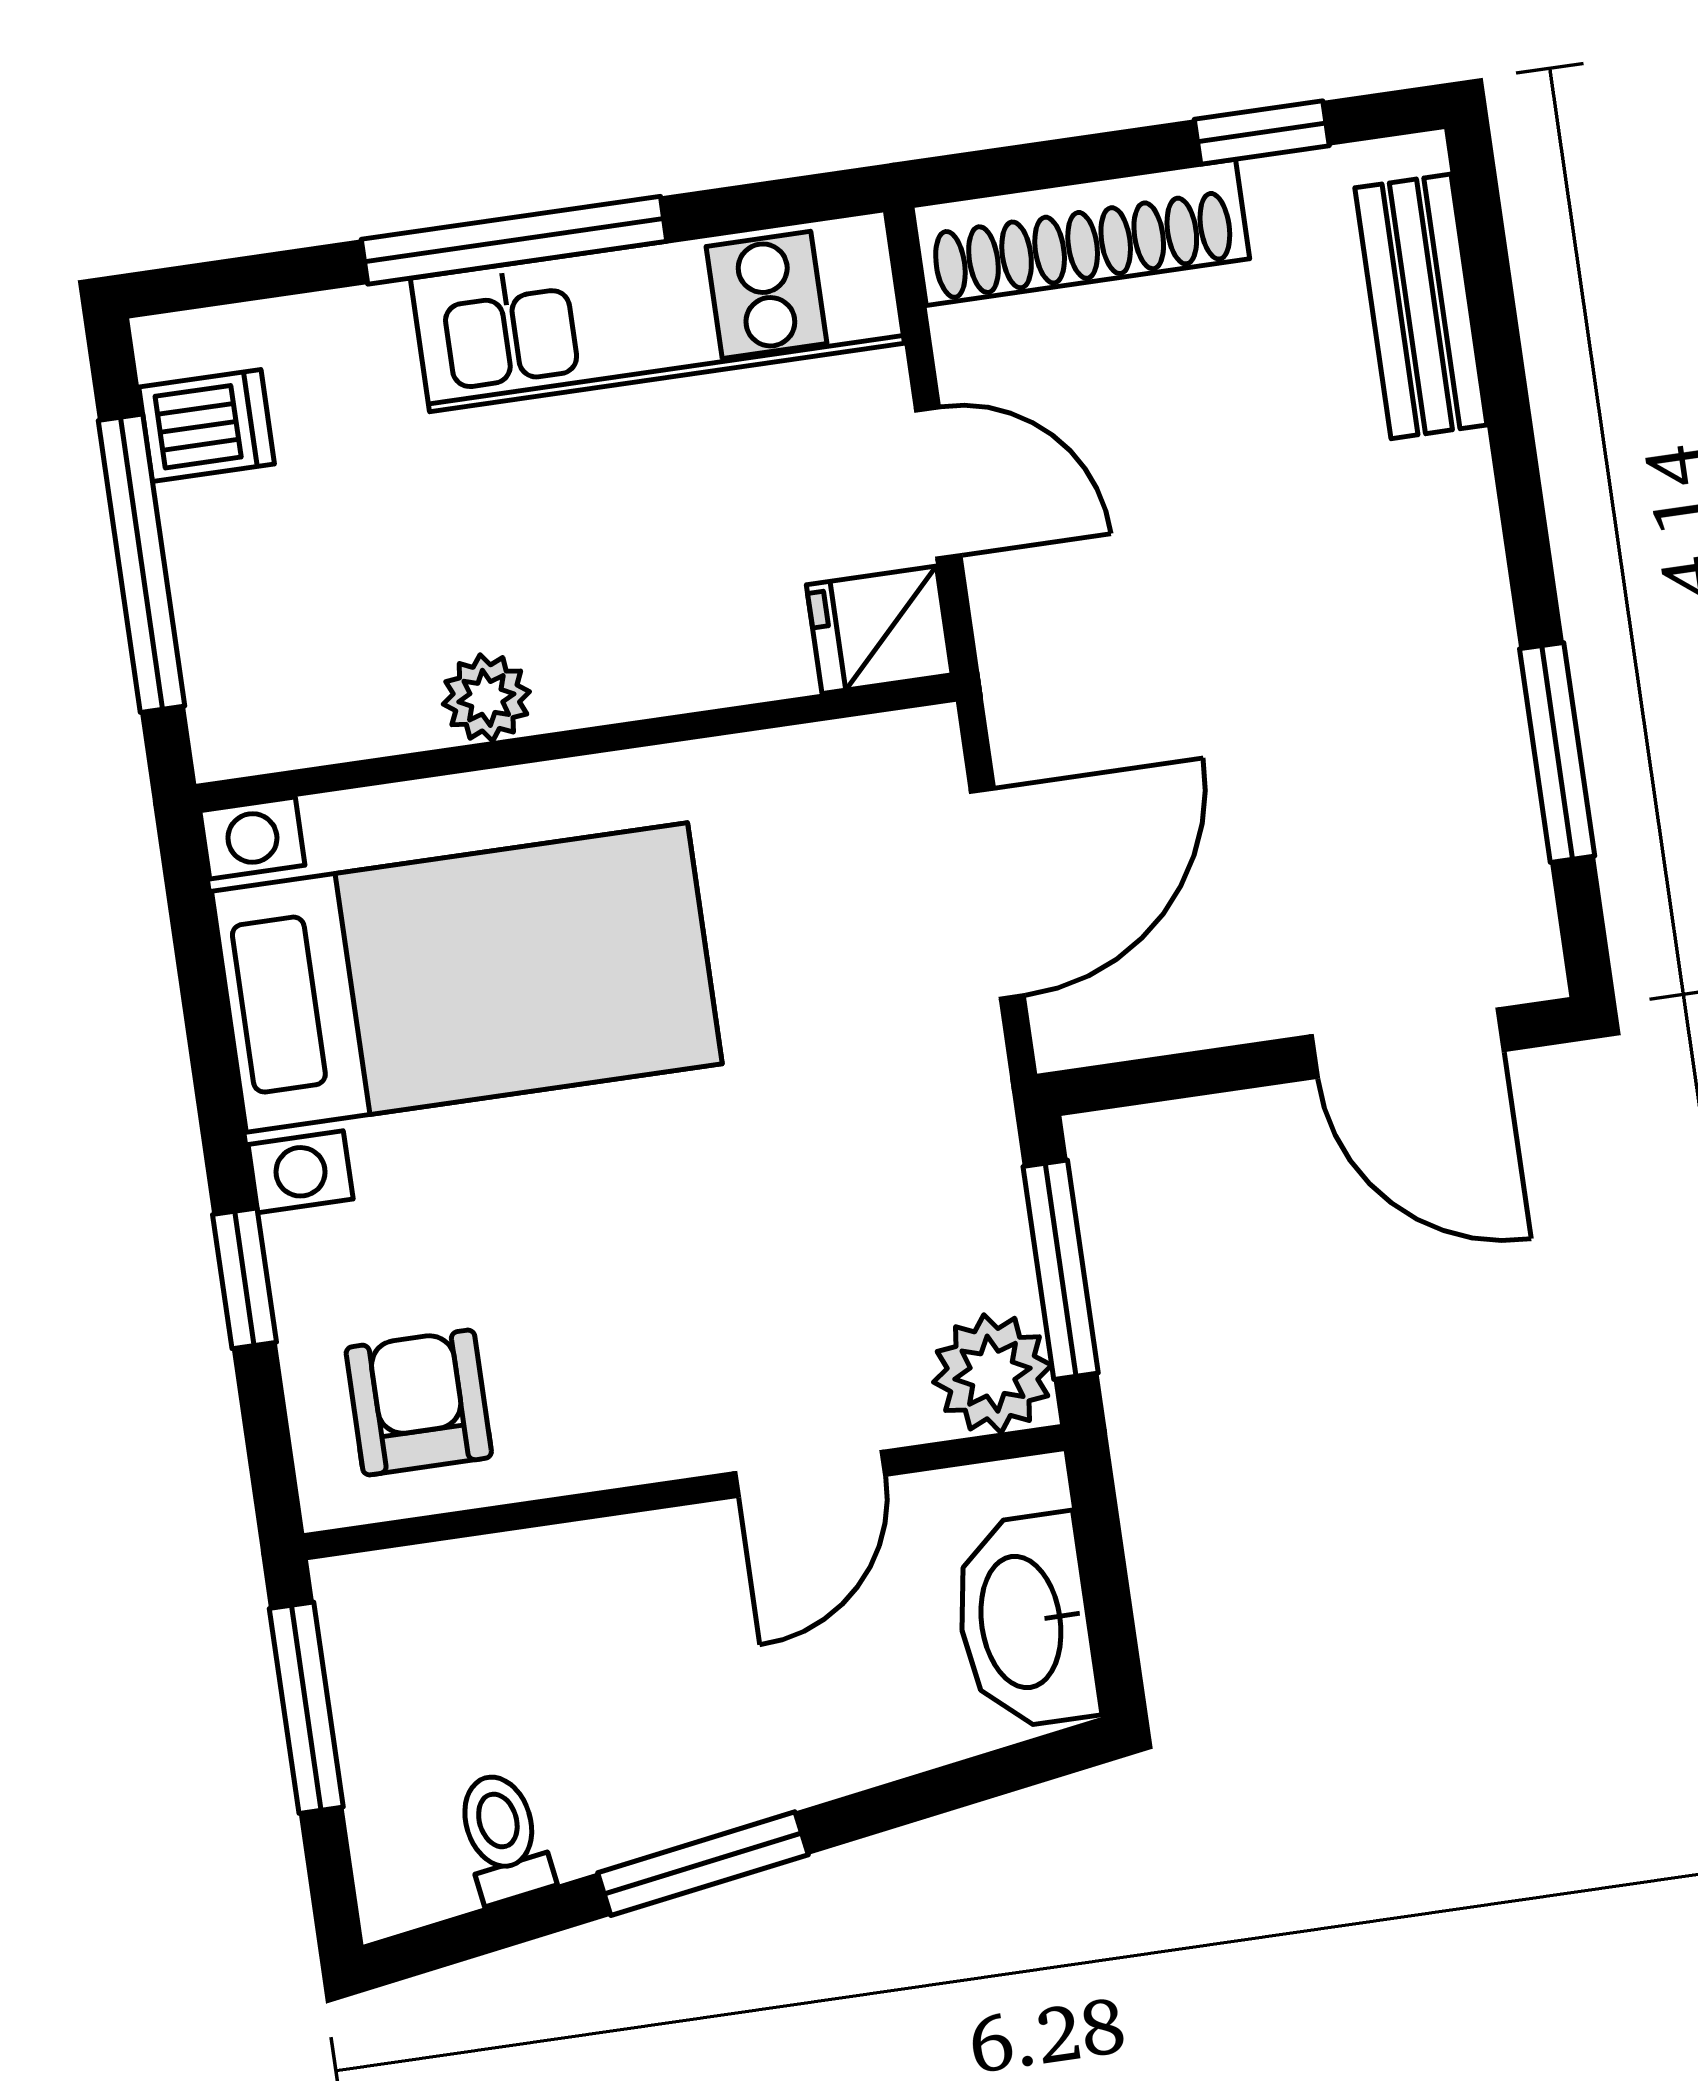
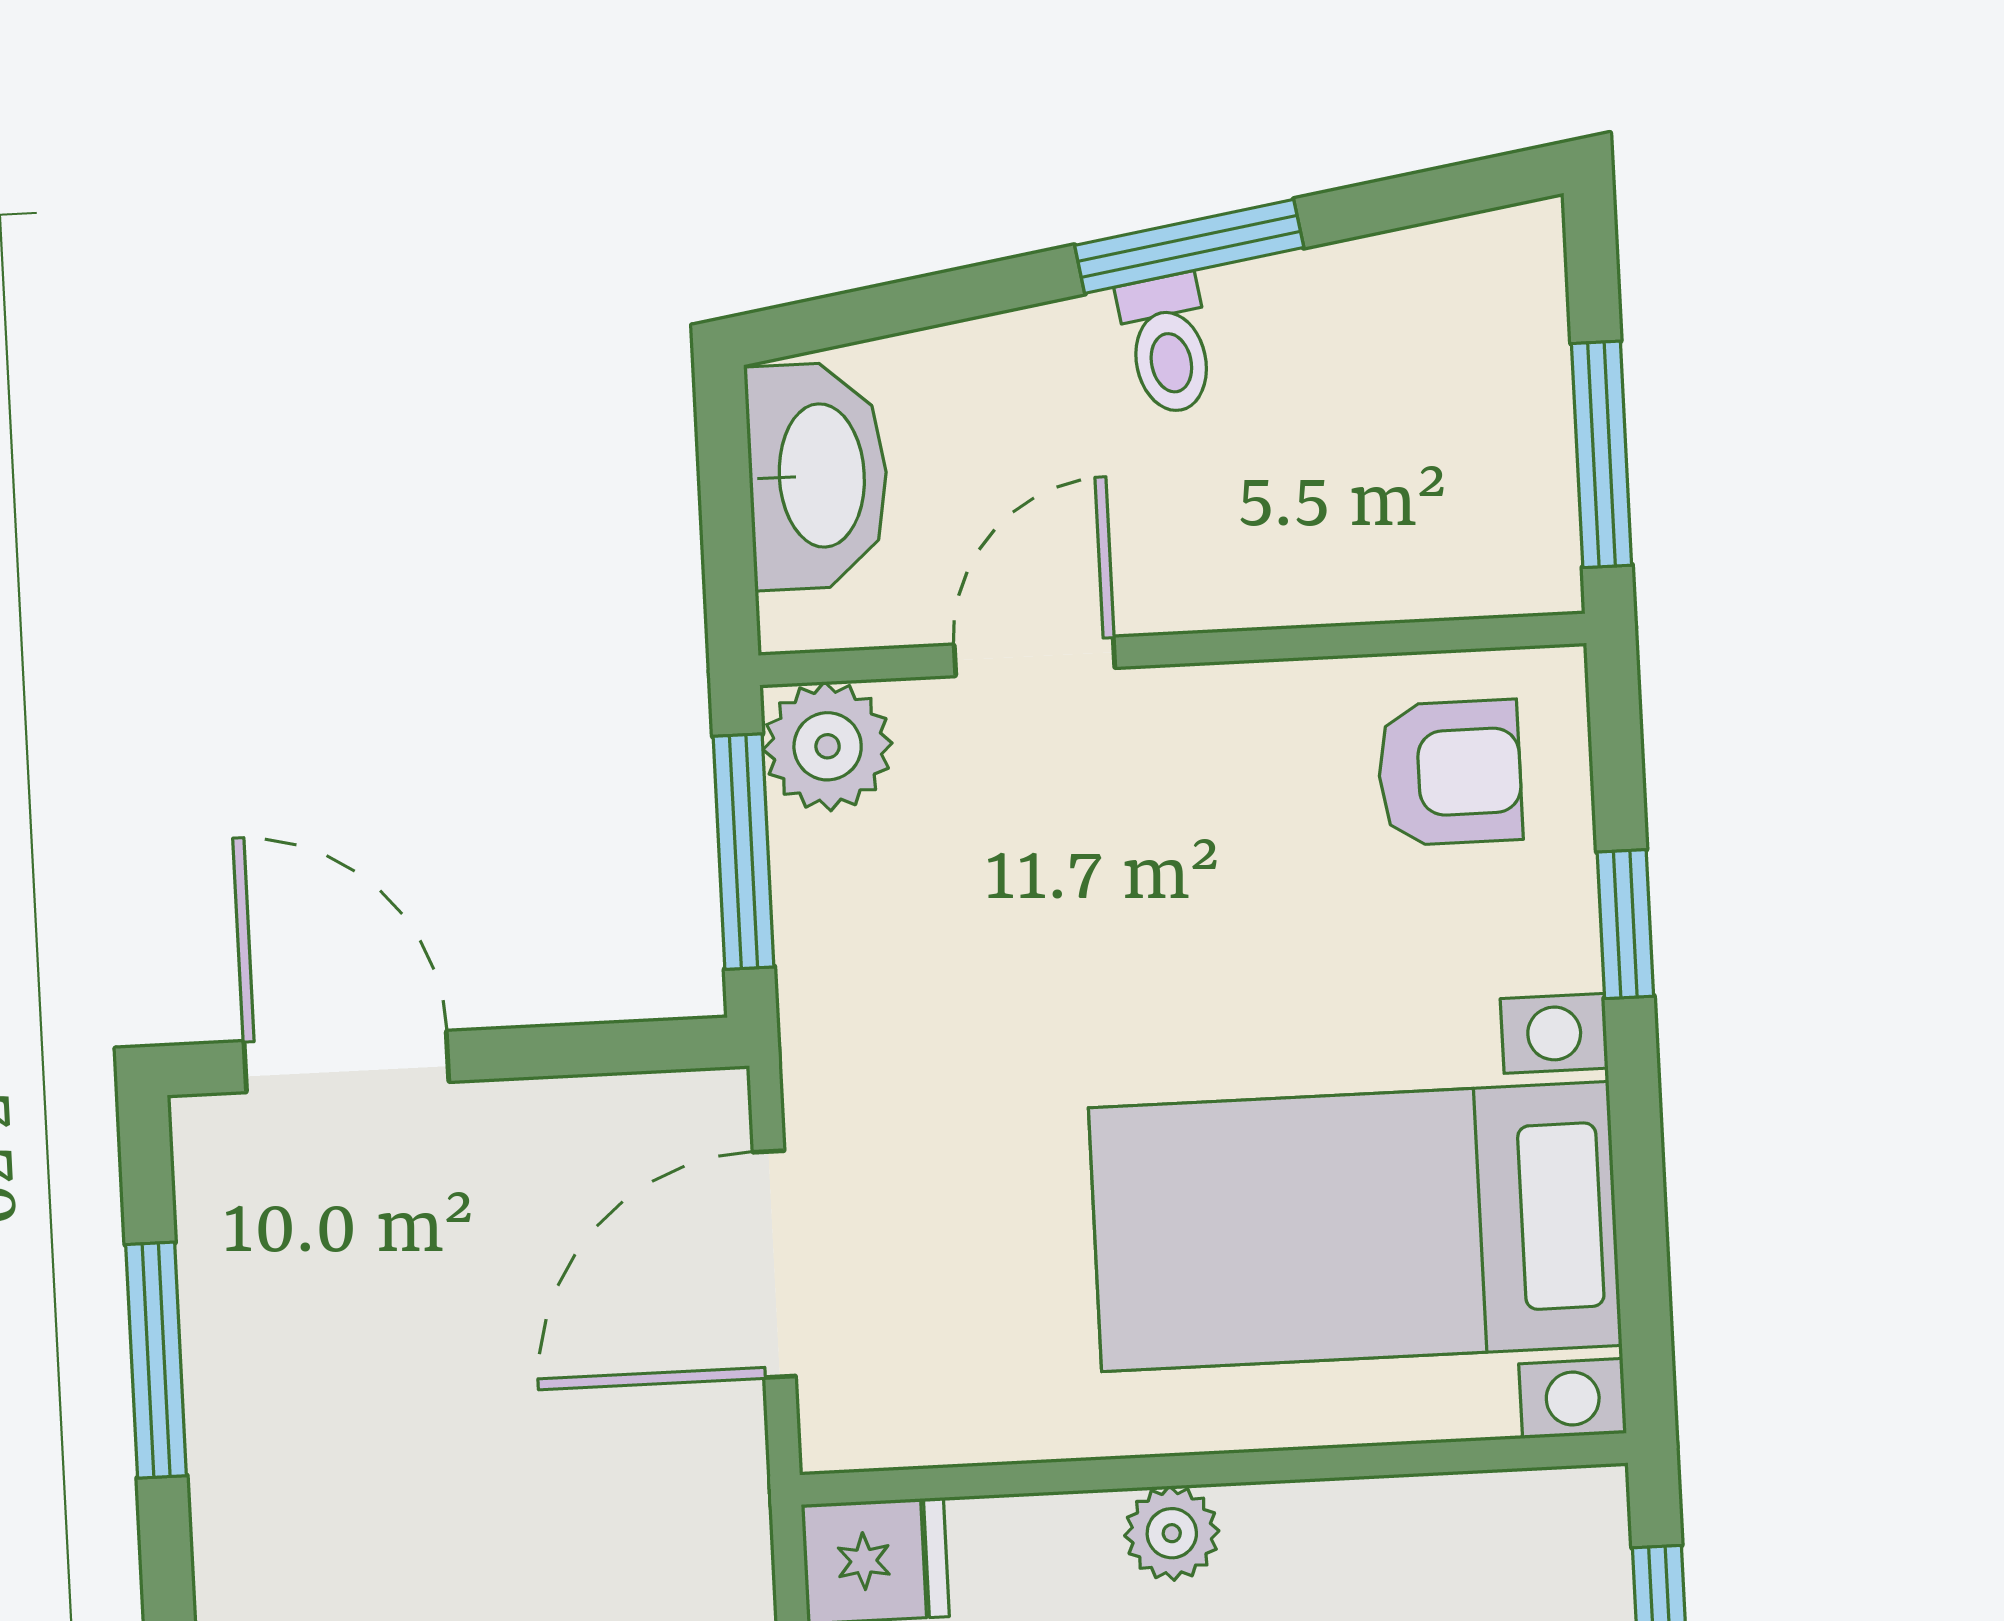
plant: (486, 698) -> (1172, 1533), moved
armchair: (419, 1402) -> (1450, 773), turned -90
toilet: (503, 1837) -> (1168, 344), moved

